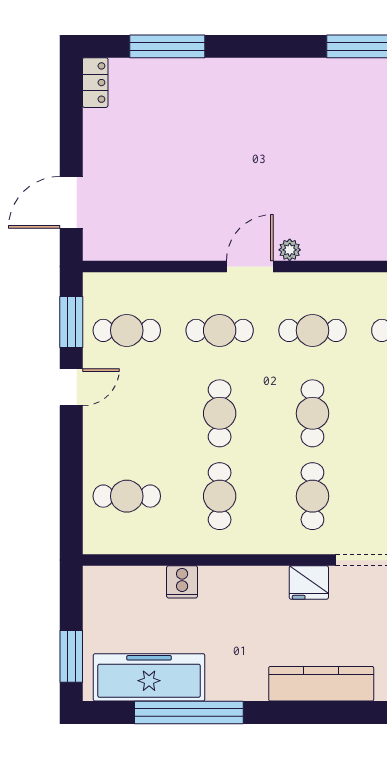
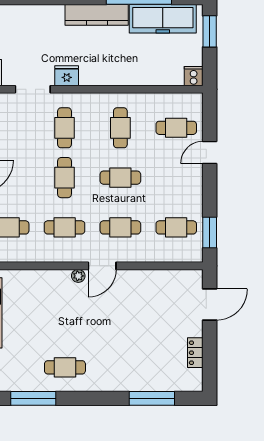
locker: (95, 83) -> (195, 353), moved
cafe table: (312, 98) -> (65, 367), added
door: (71, 387) -> (210, 153), moved
cafe table: (220, 413) -> (120, 178), turned 90
cooker: (182, 582) -> (194, 76), moved
kitchen counter: (321, 684) -> (97, 15), moved

